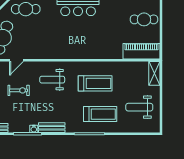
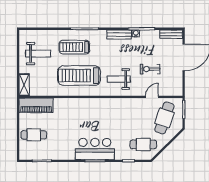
weight bench: (52, 80) -> (119, 79), turned 180
treadmill: (95, 83) -> (79, 76), width x1.37, depth x1.38

